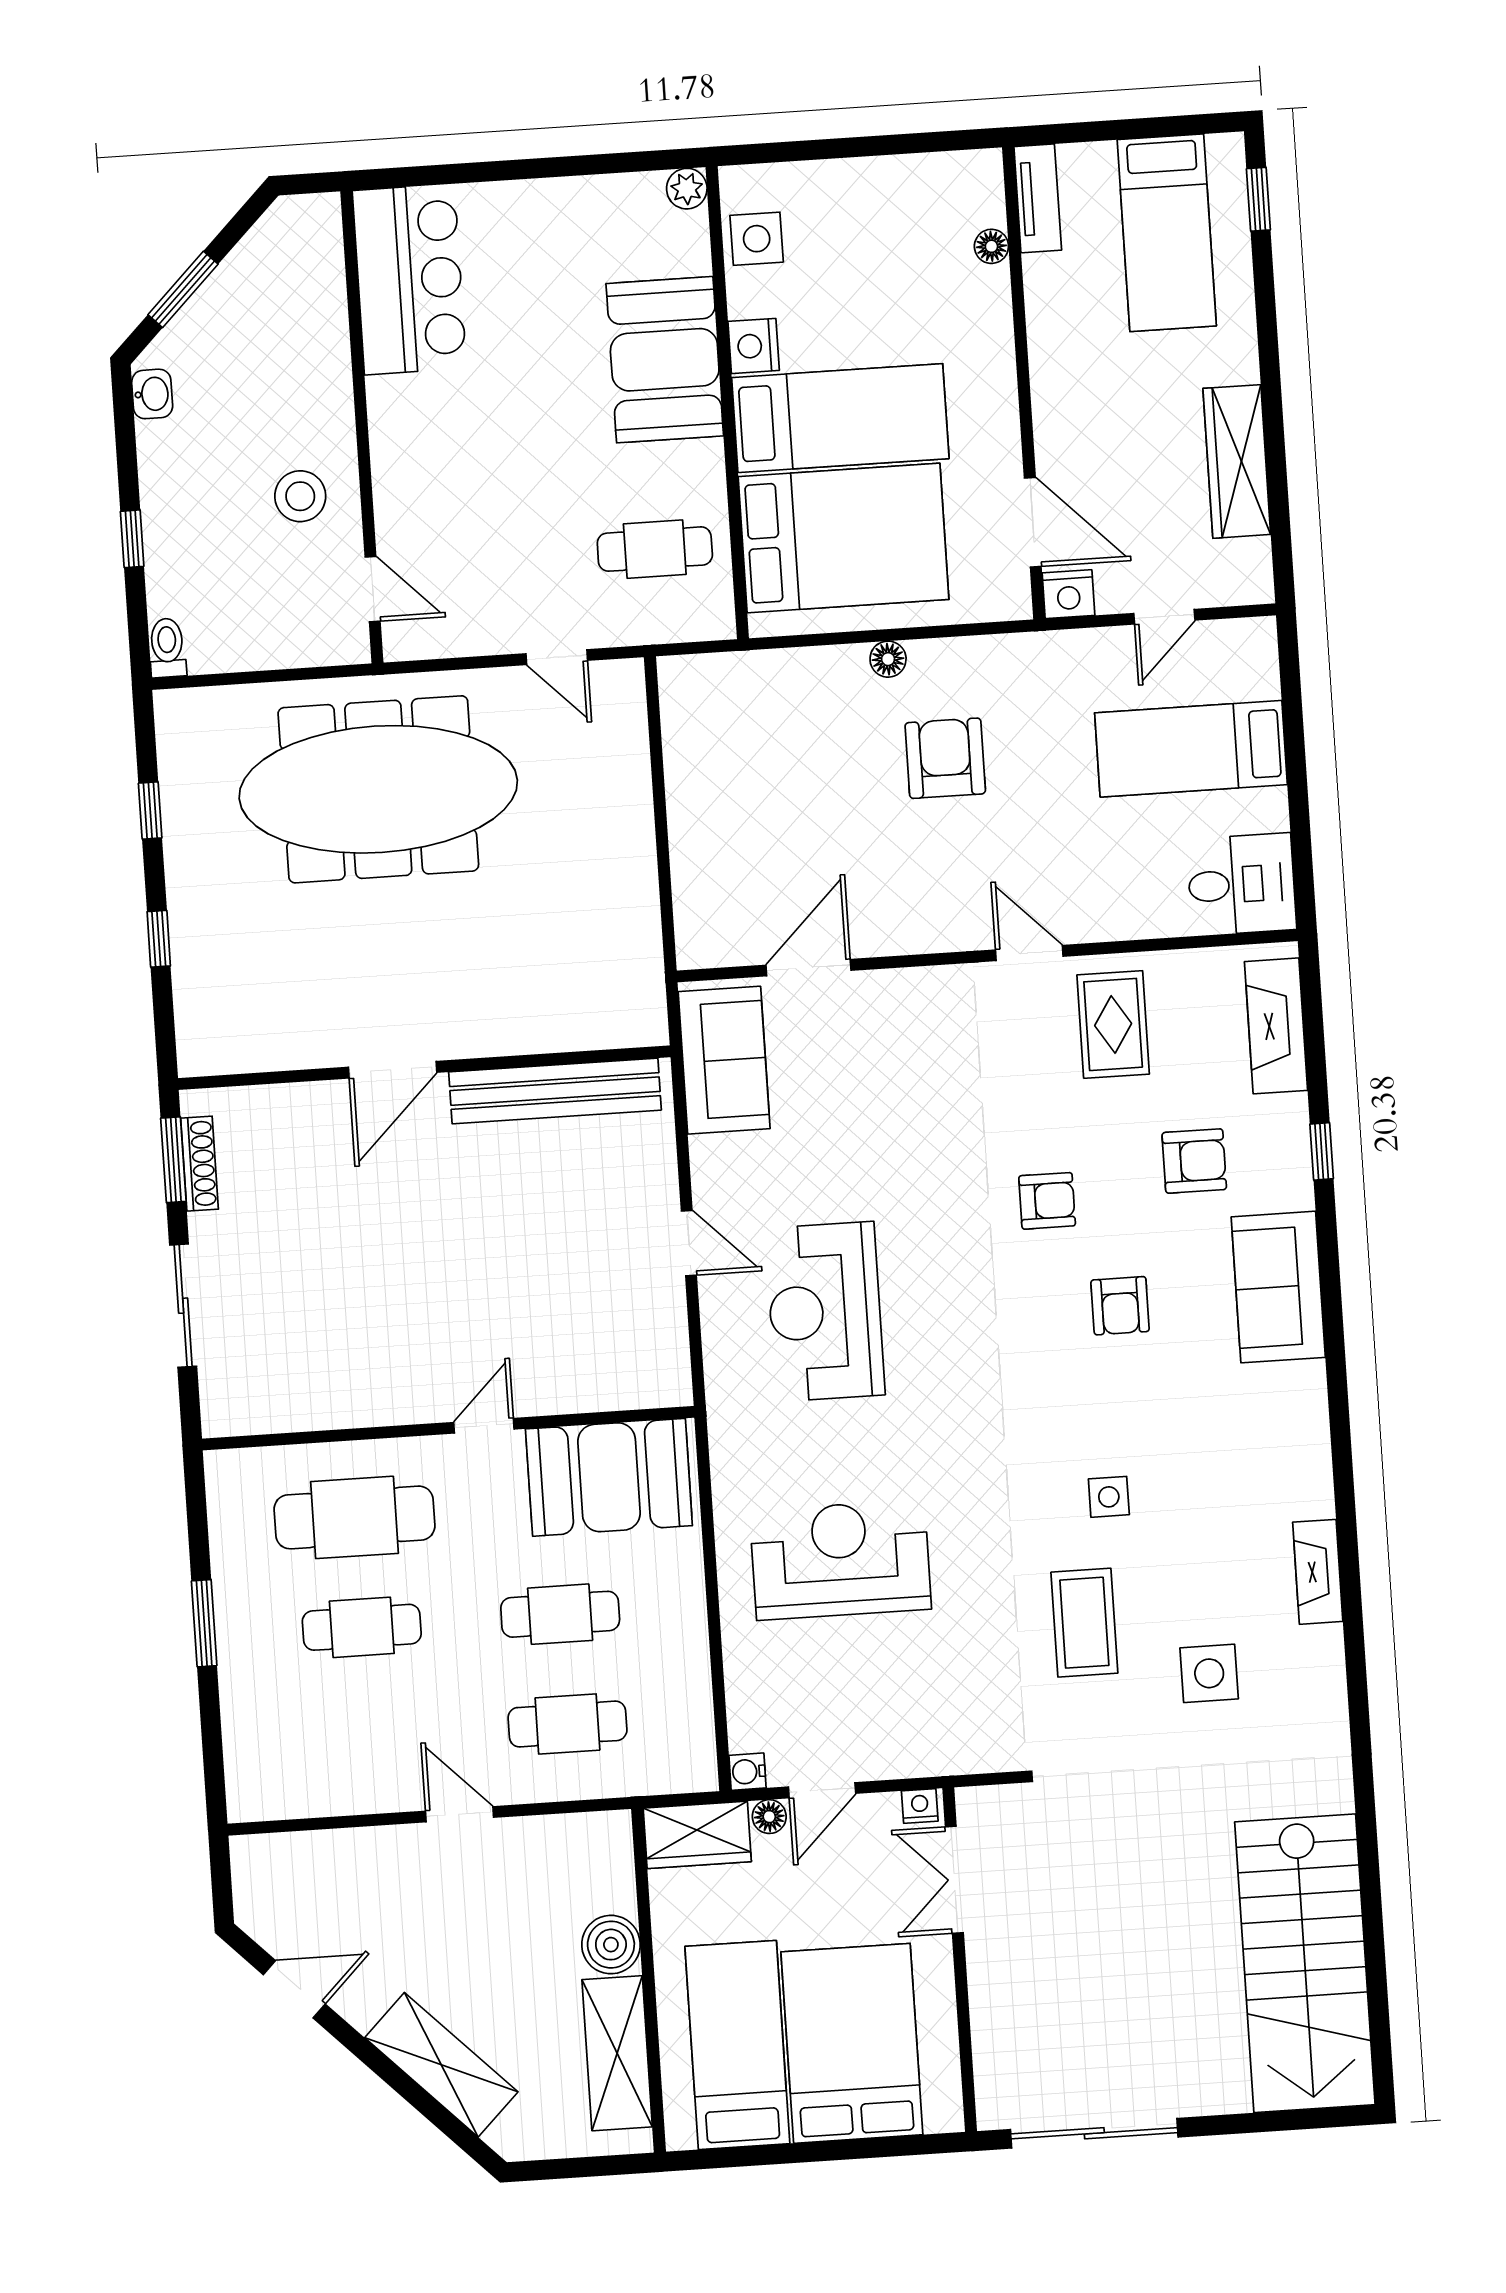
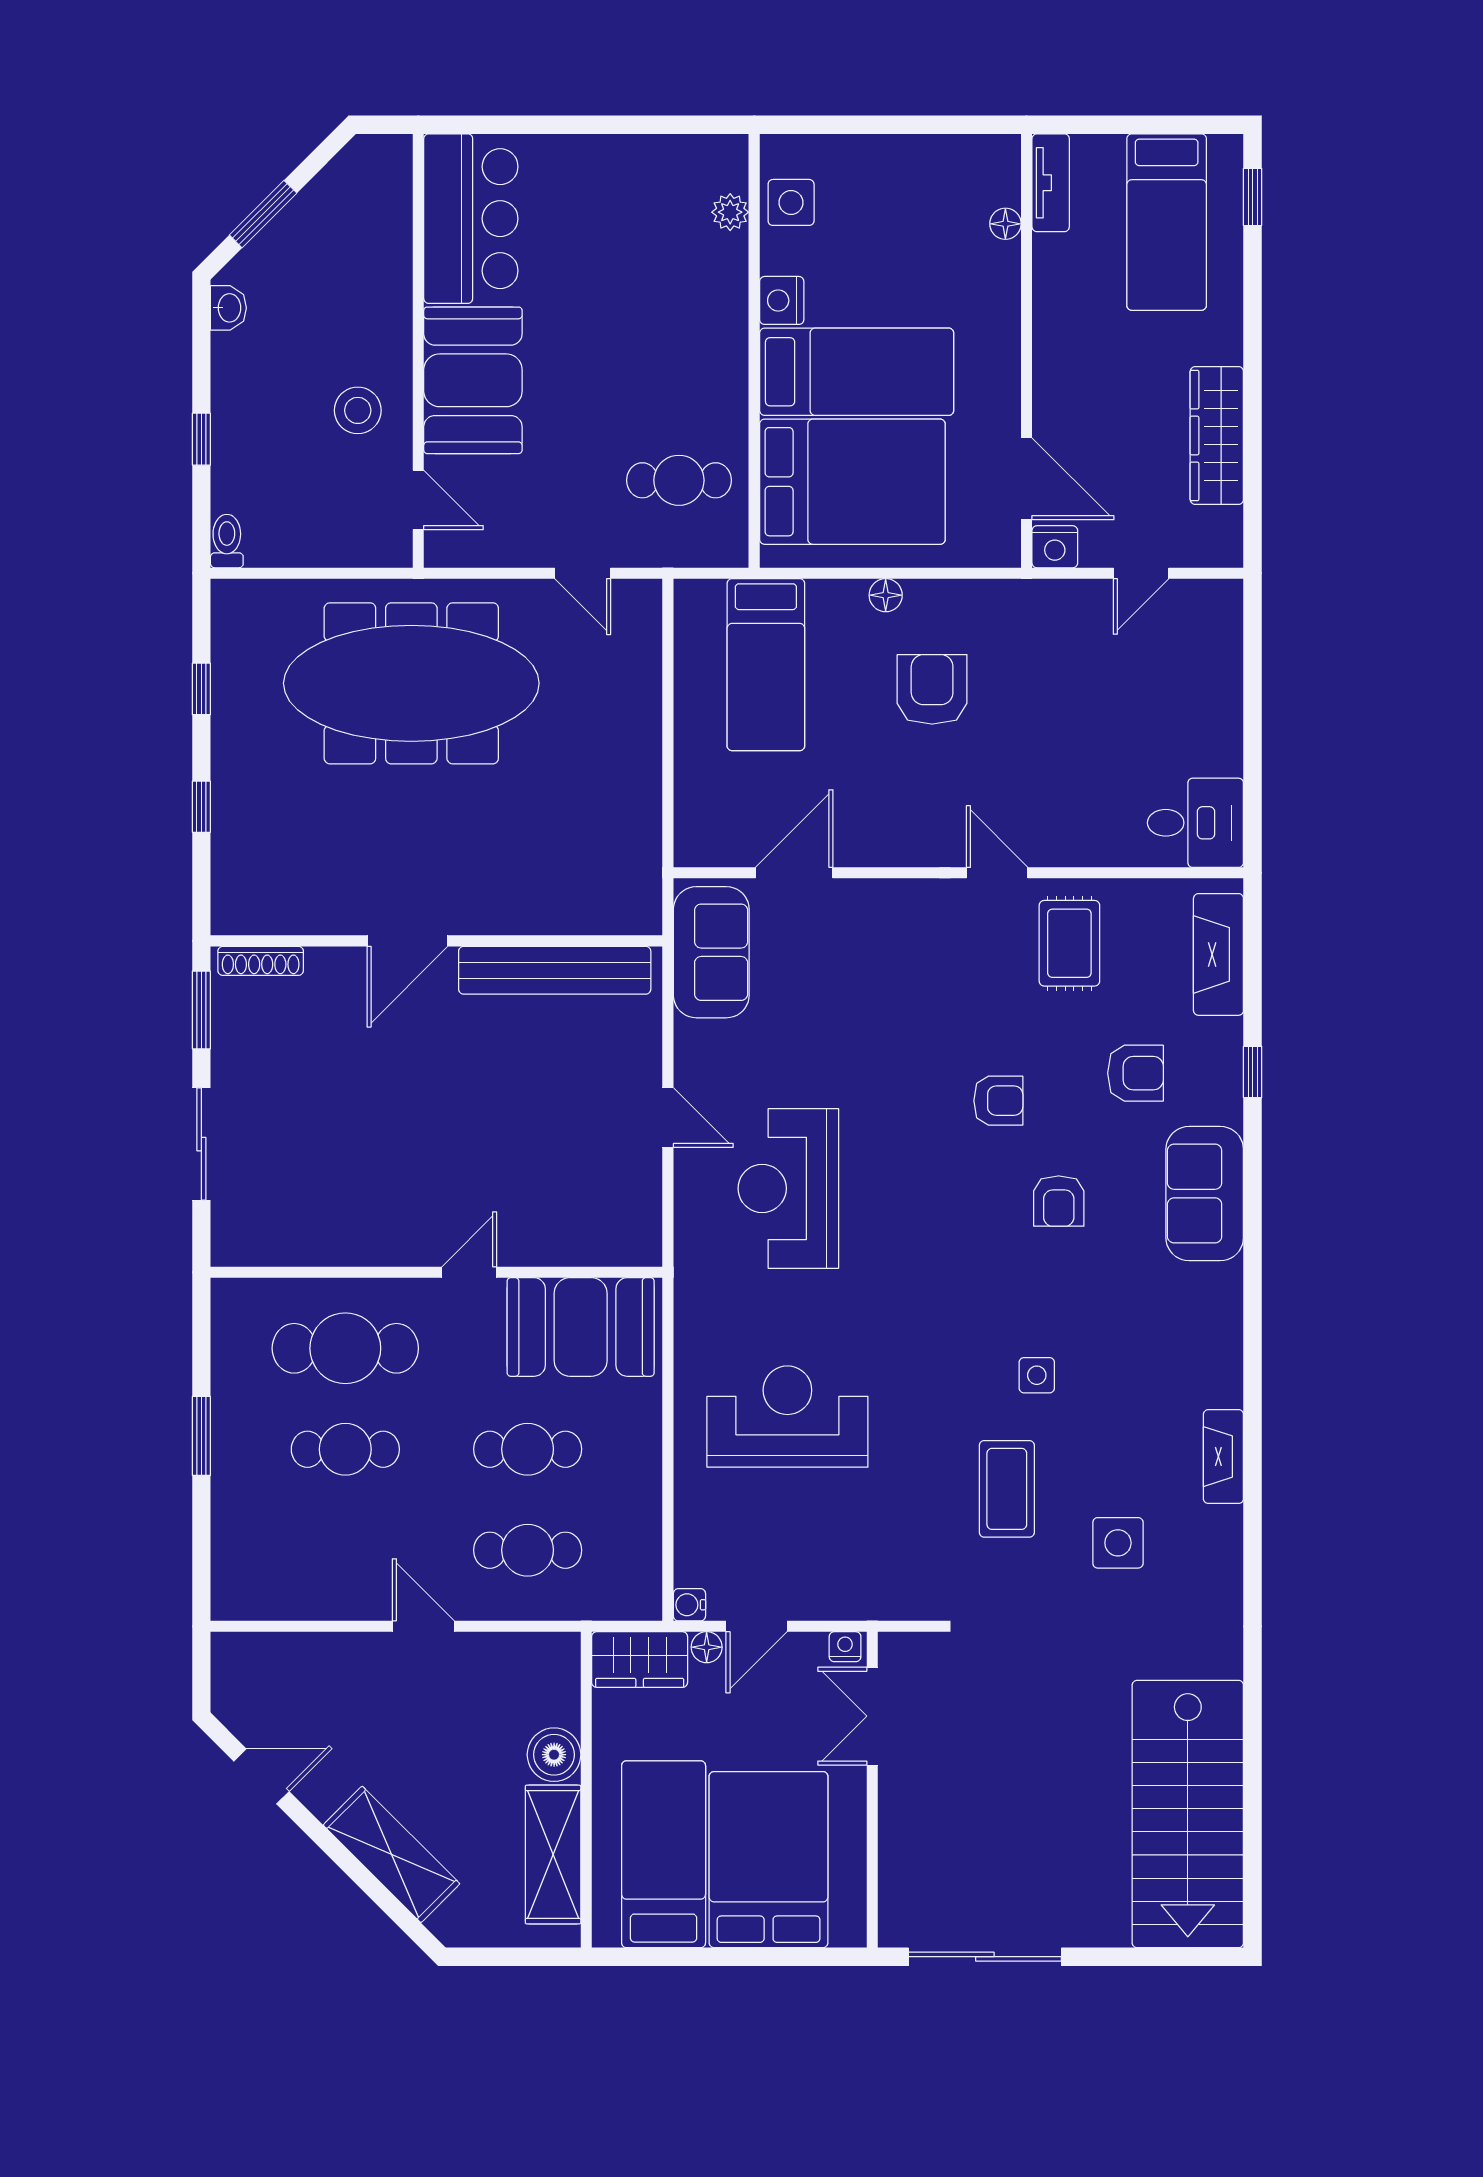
plant: (687, 189) -> (730, 212), moved
booth: (665, 360) -> (473, 380), moved
bed: (1191, 749) -> (766, 665), moved, turned -90
shoe rack: (199, 1164) -> (261, 961), moved, turned 90

